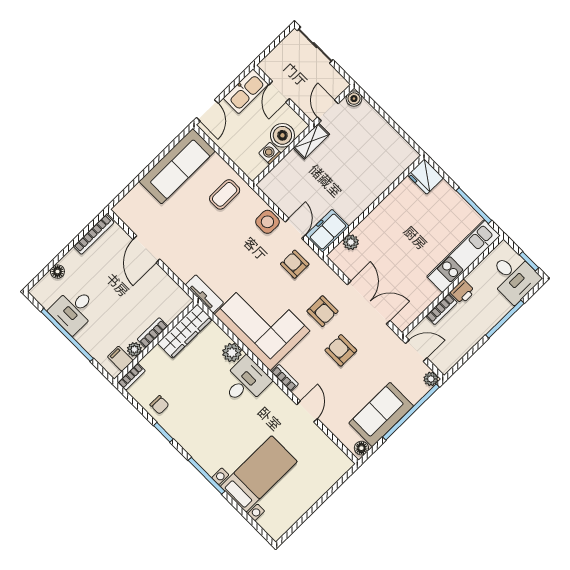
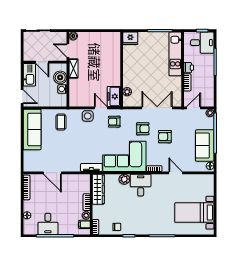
bed with nightstands: (259, 474) -> (194, 213), moved, turned -90

